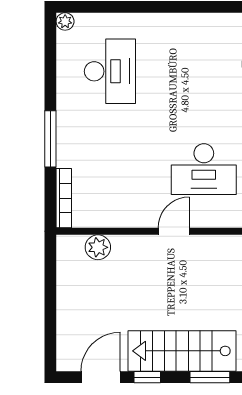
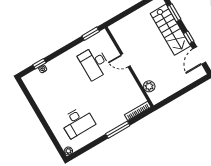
desk: (110, 71) -> (78, 122), turned 180
desk: (204, 169) -> (94, 63), turned 180
door: (101, 377) -> (199, 56), hinge flipped

